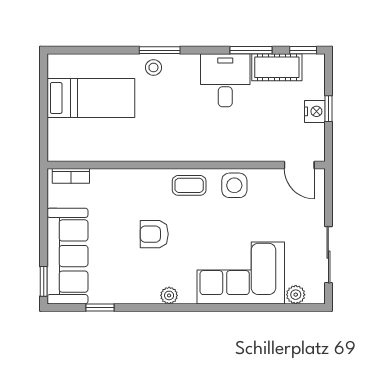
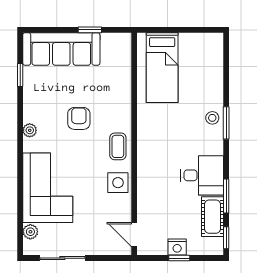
bed: (91, 98) -> (162, 68), moved
door: (299, 165) -> (134, 235), hinge flipped
bookcase: (71, 176) -> (125, 52), removed
window: (44, 281) -> (90, 30), moved

